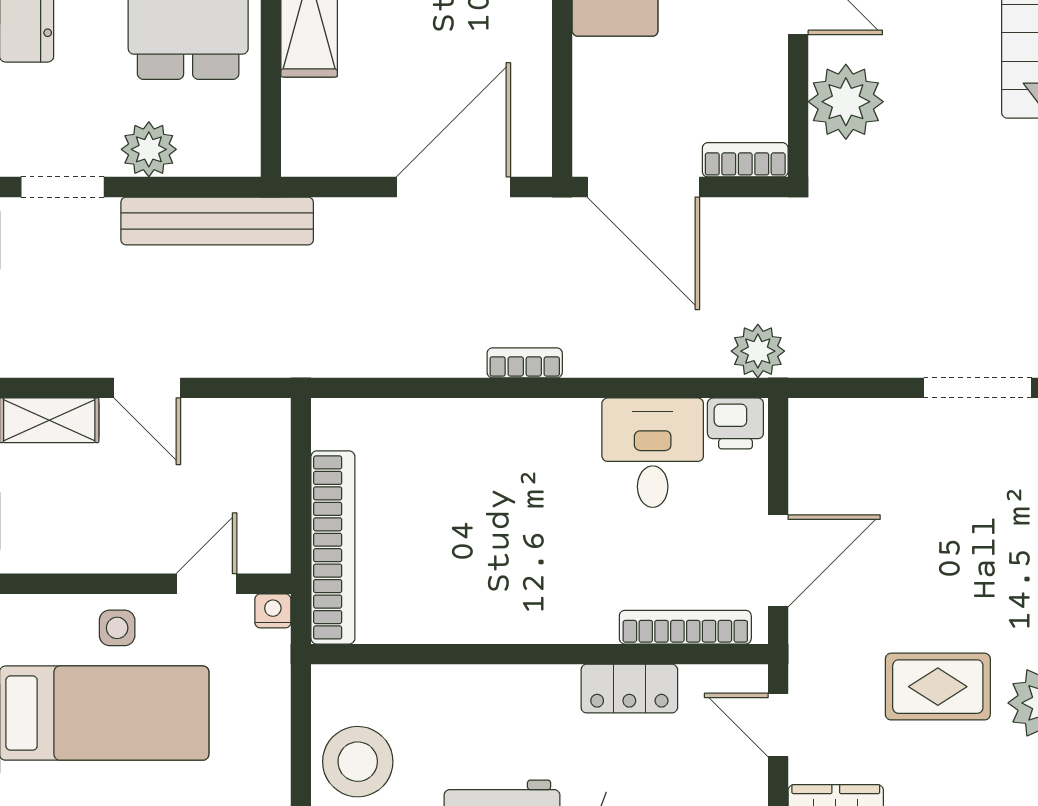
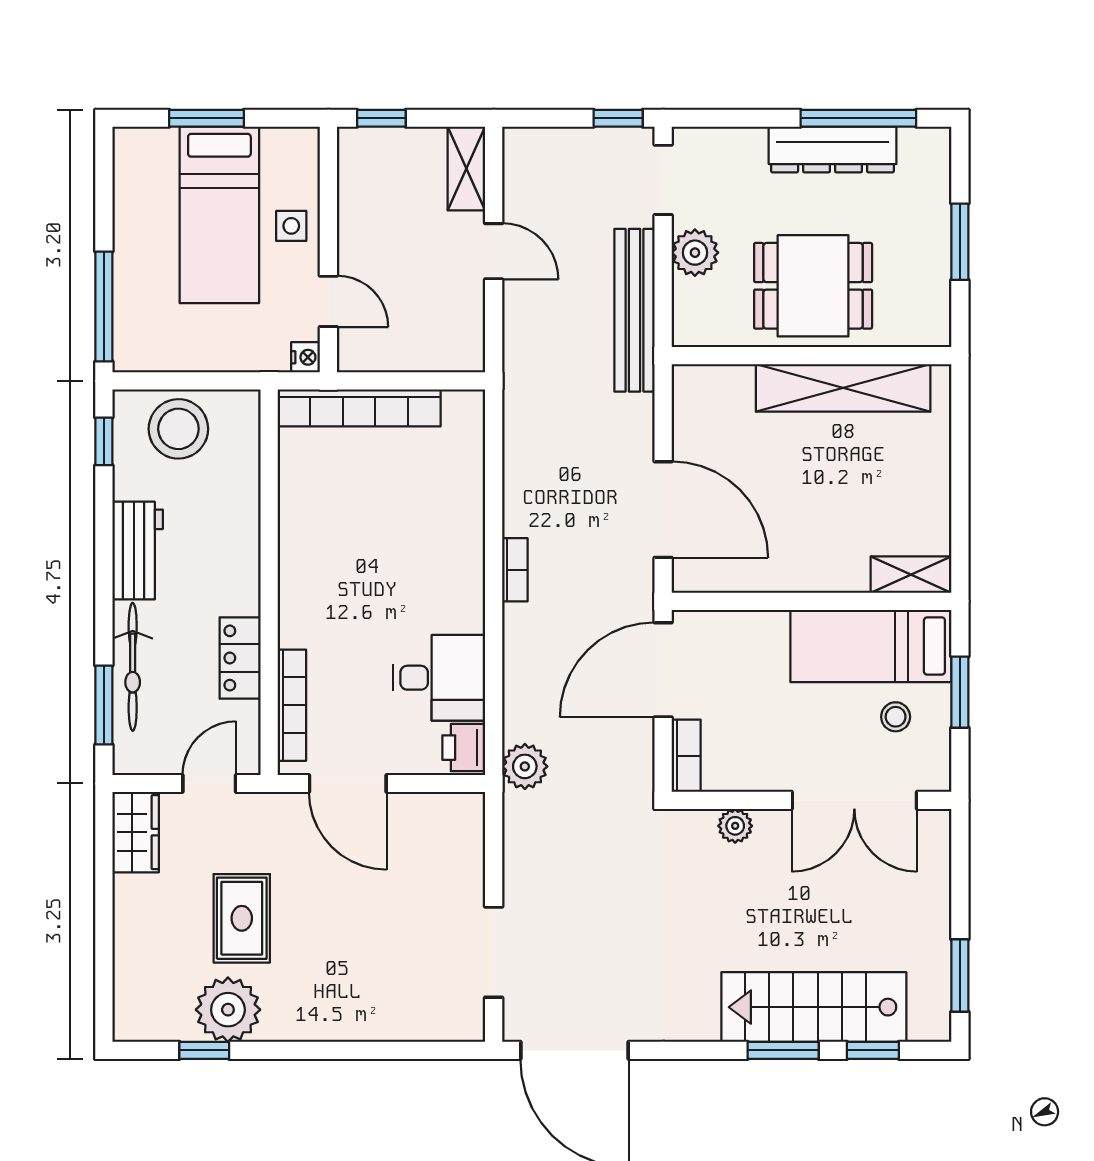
plant: (846, 102) -> (735, 826), width x0.53, depth x0.53
door: (147, 388) -> (494, 251), swing flipped

